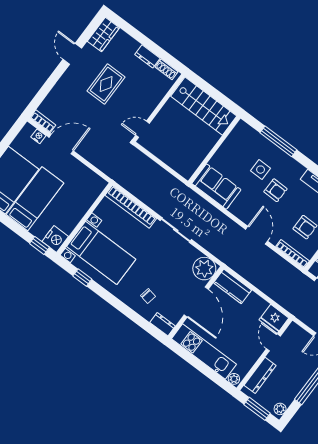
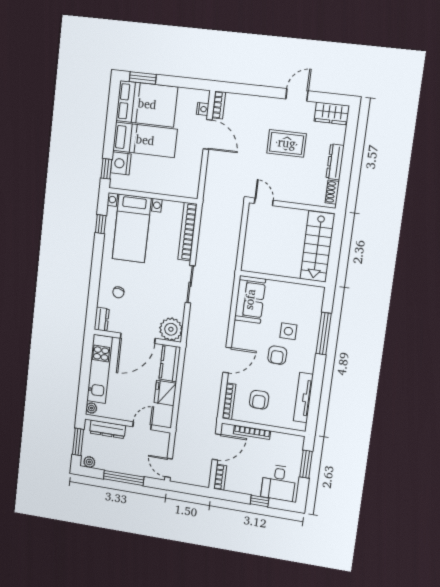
dresser: (147, 56) -> (335, 162), width x1.44
nightstand: (55, 239) -> (121, 163), moved, turned 90
fridge: (274, 319) -> (165, 393), moved

